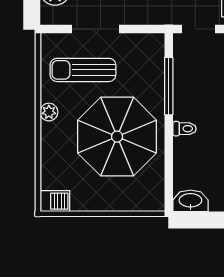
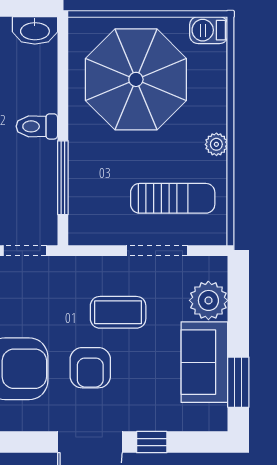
toilet: (184, 129) -> (37, 126), width x1.37, depth x1.39
parasol: (117, 137) -> (136, 79), moved

